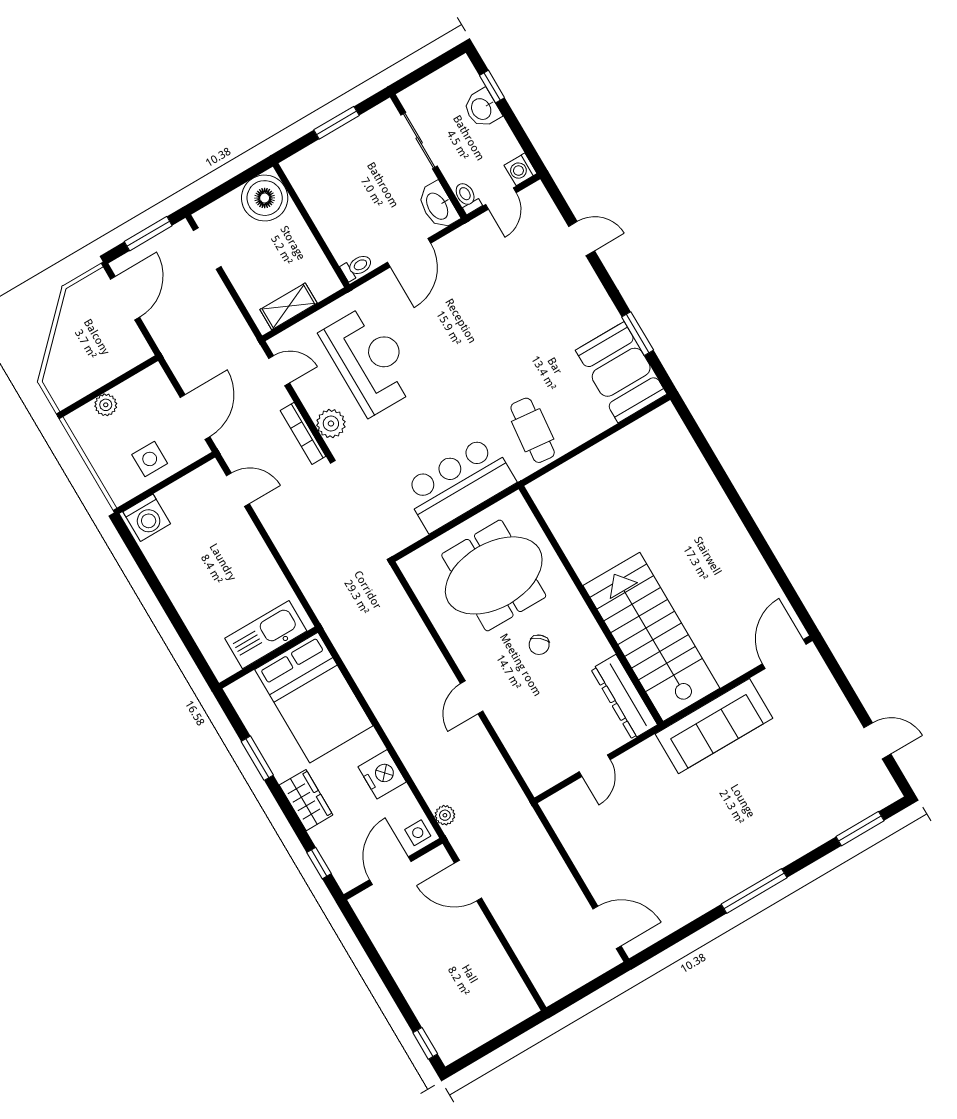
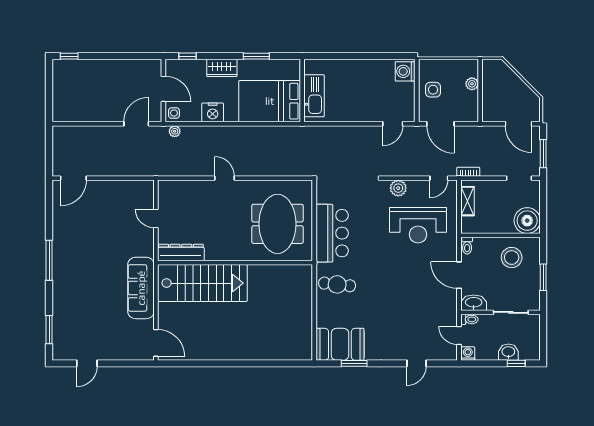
stool: (335, 189) -> (512, 258), added
bookcase: (303, 433) -> (468, 172), moved, width x0.64
chair: (539, 645) -> (231, 226), removed

